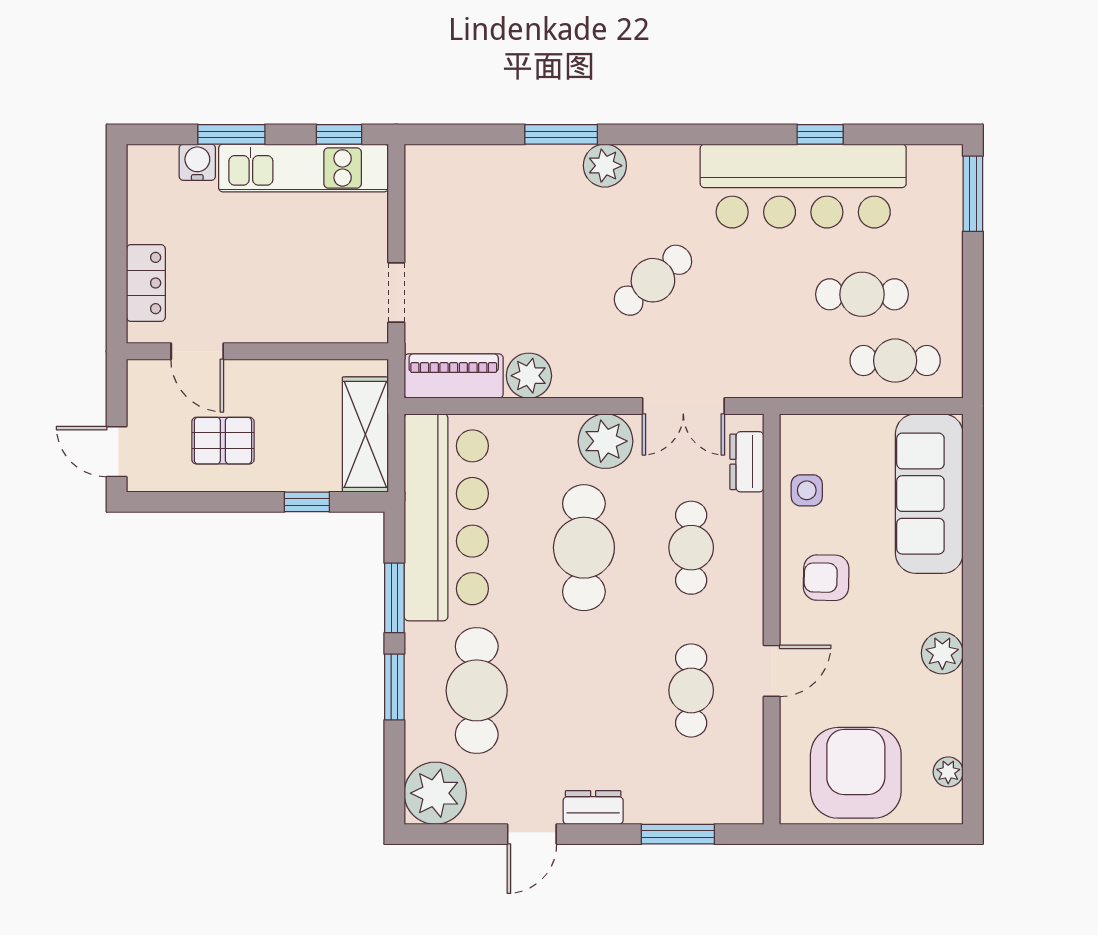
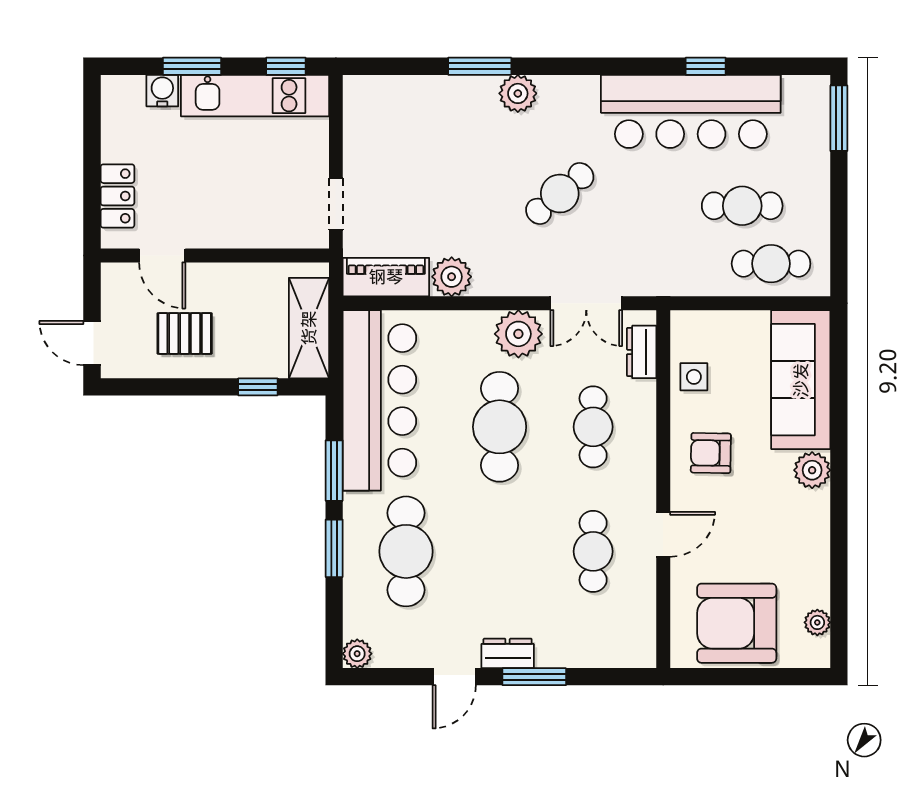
plant: (942, 653) -> (812, 470), moved
armchair: (856, 773) -> (737, 623), turned -90
plant: (435, 793) -> (357, 654), width x0.53, depth x0.53
window: (678, 834) -> (534, 677), moved

